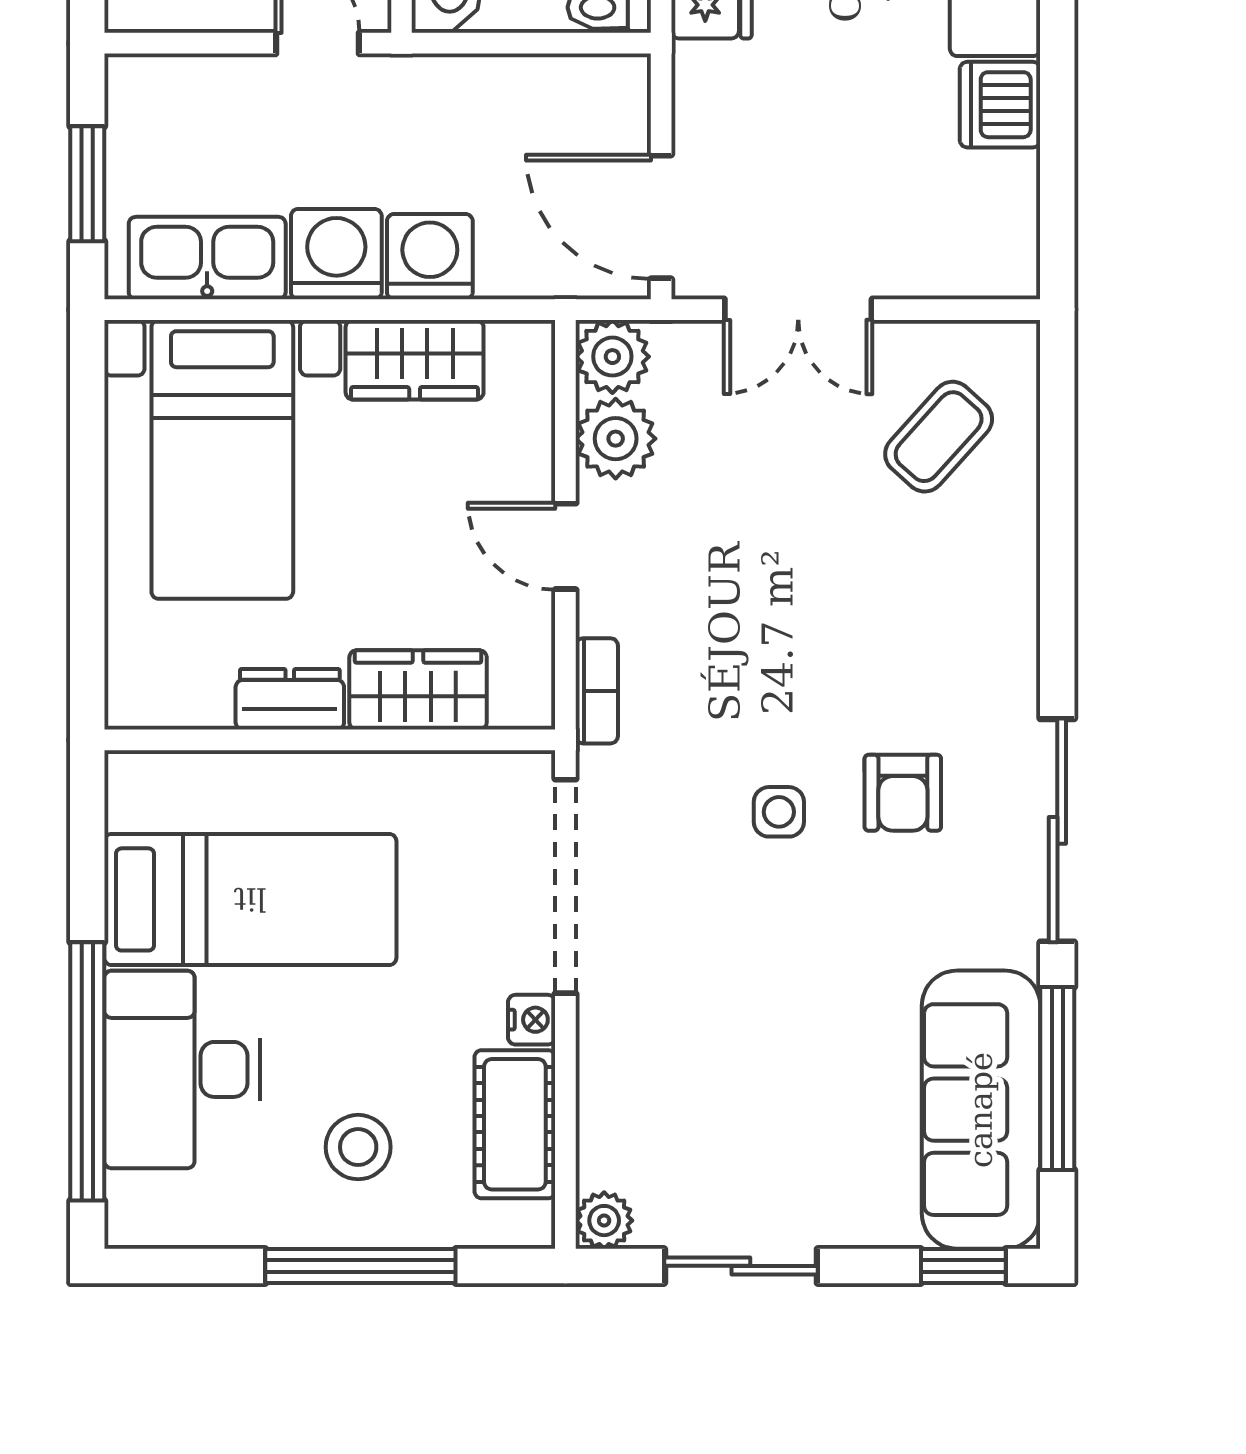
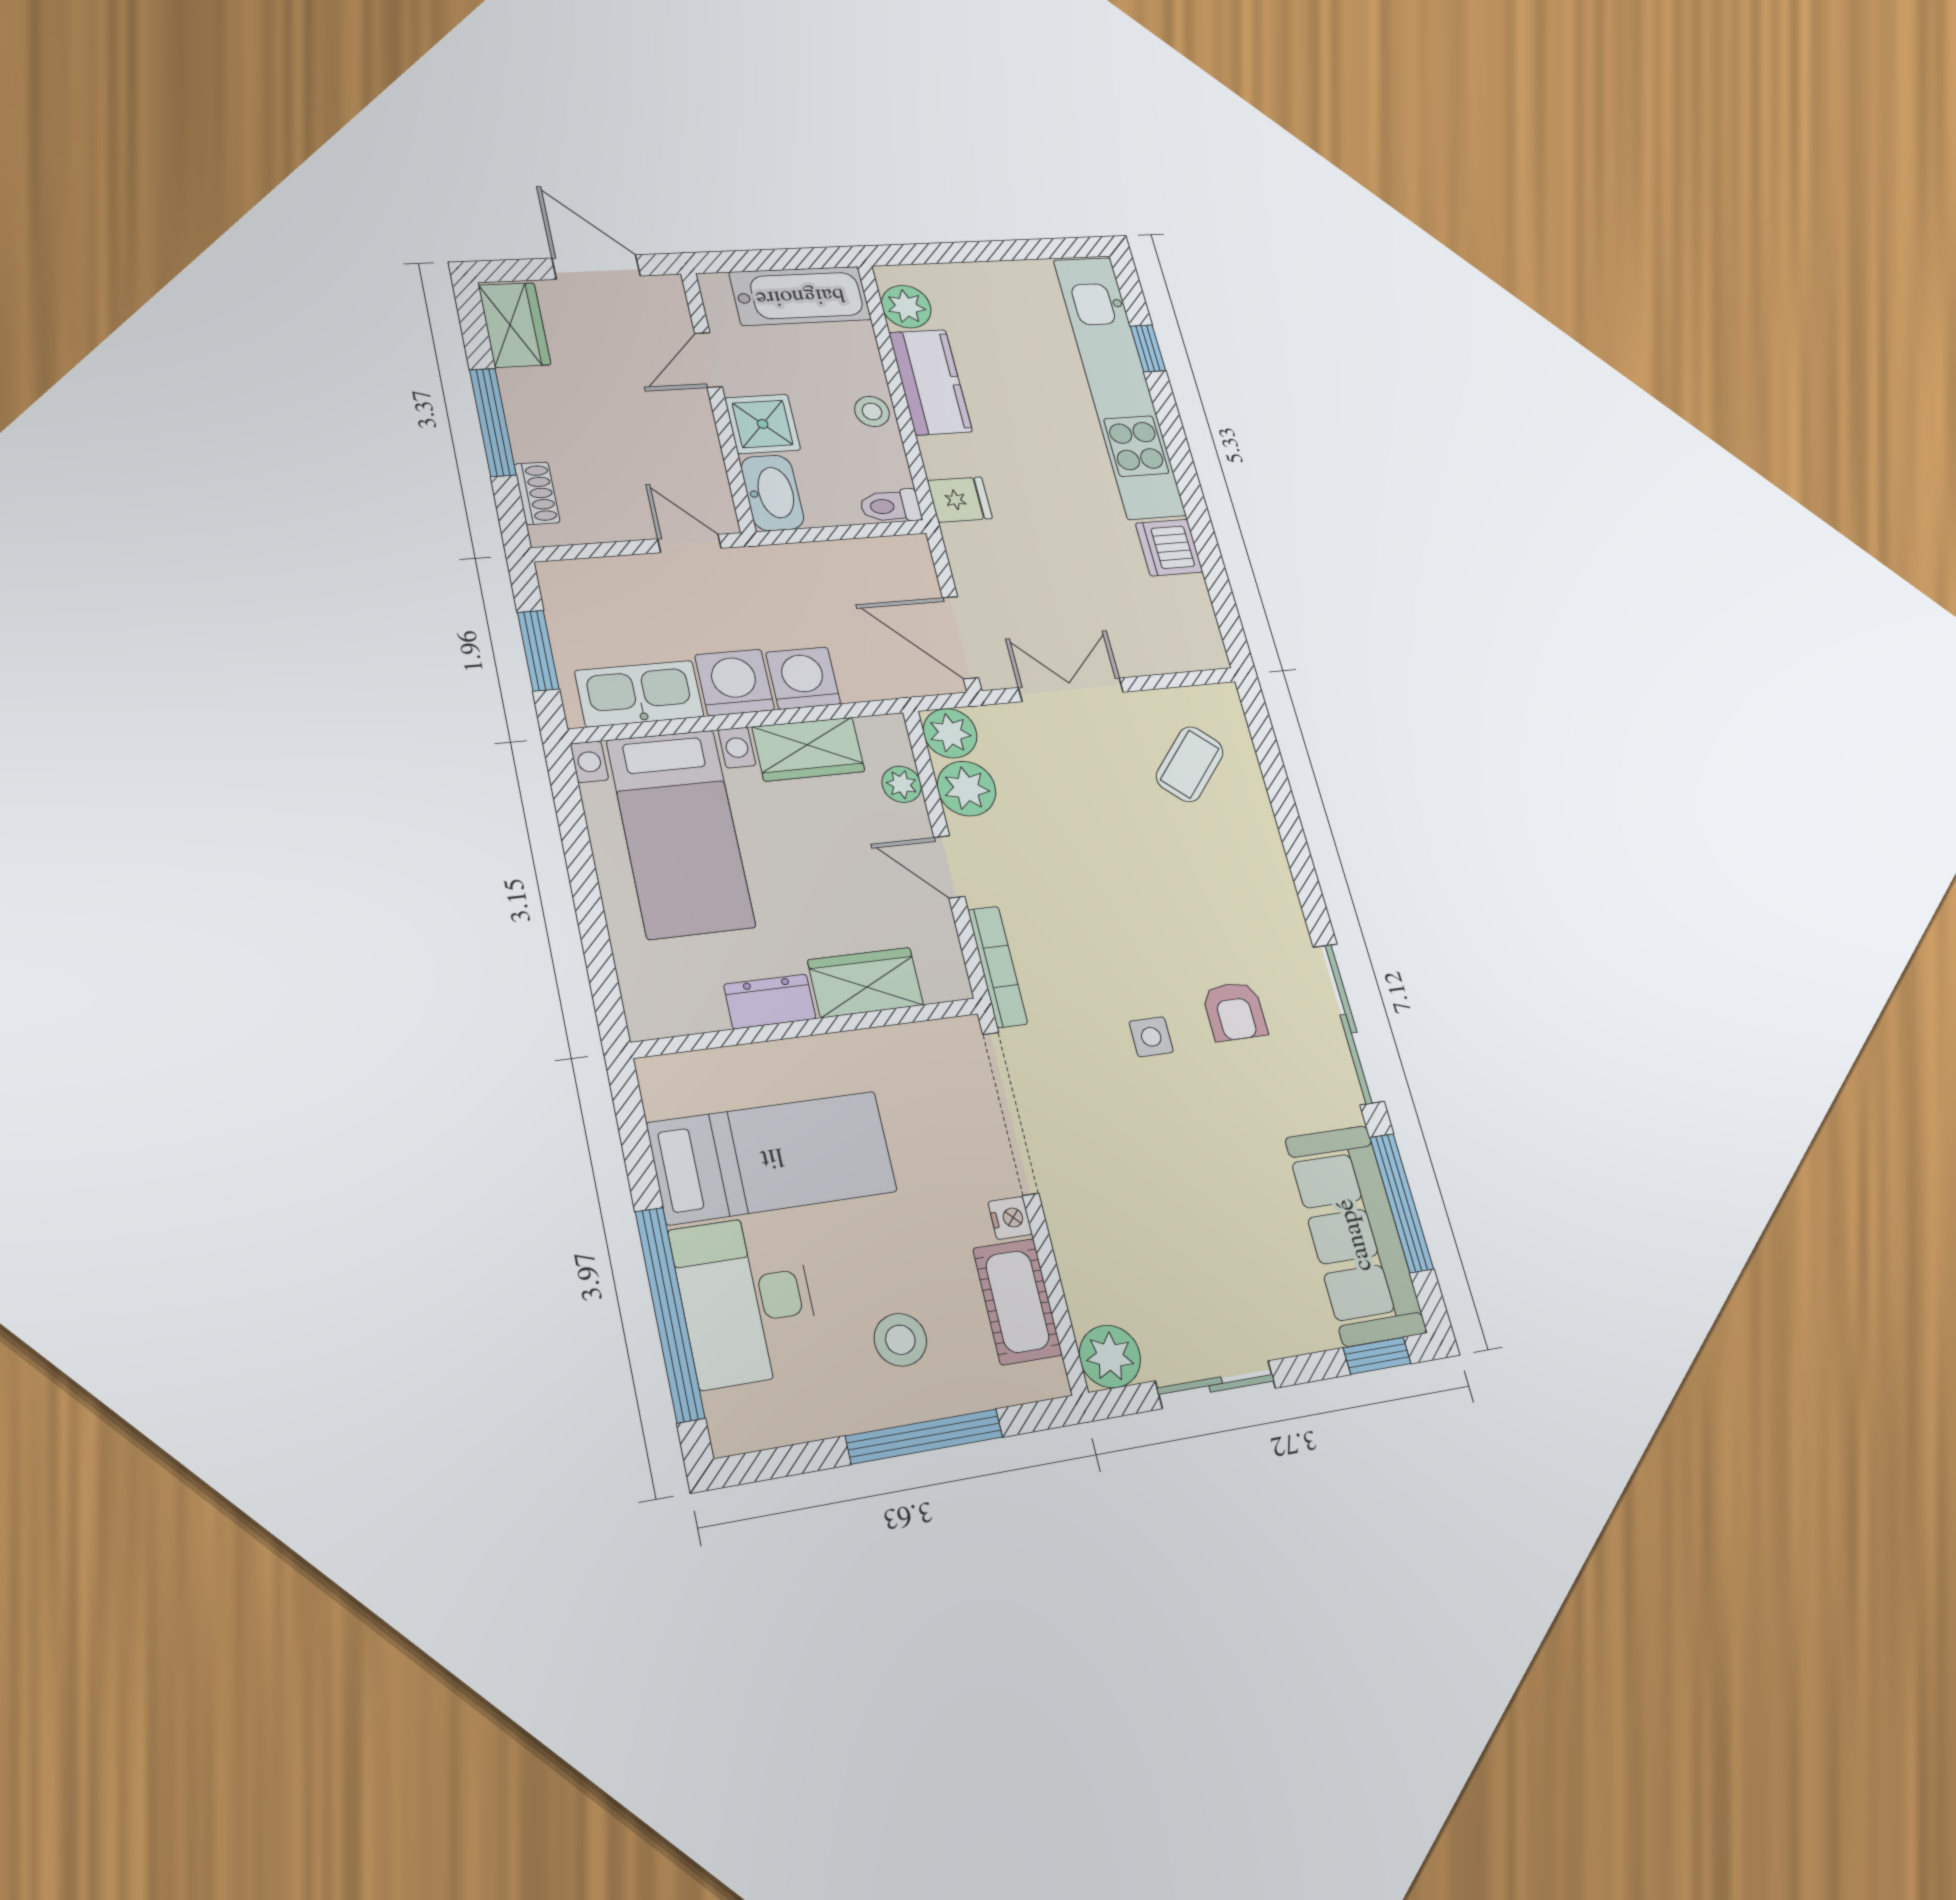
double door: (798, 310) -> (1071, 690), swing flipped
plant: (529, 423) -> (902, 784), added
bookcase: (597, 691) -> (998, 967), width x1.56
plant: (604, 1221) -> (1110, 1357), width x1.38, depth x1.38

